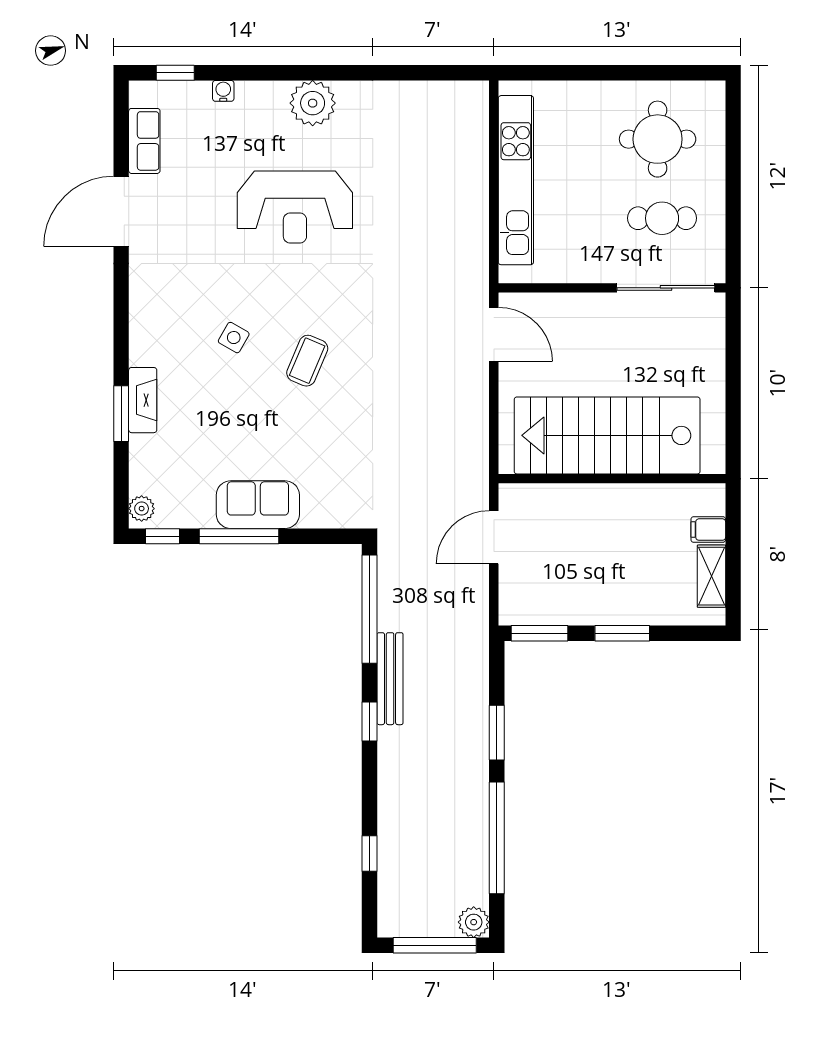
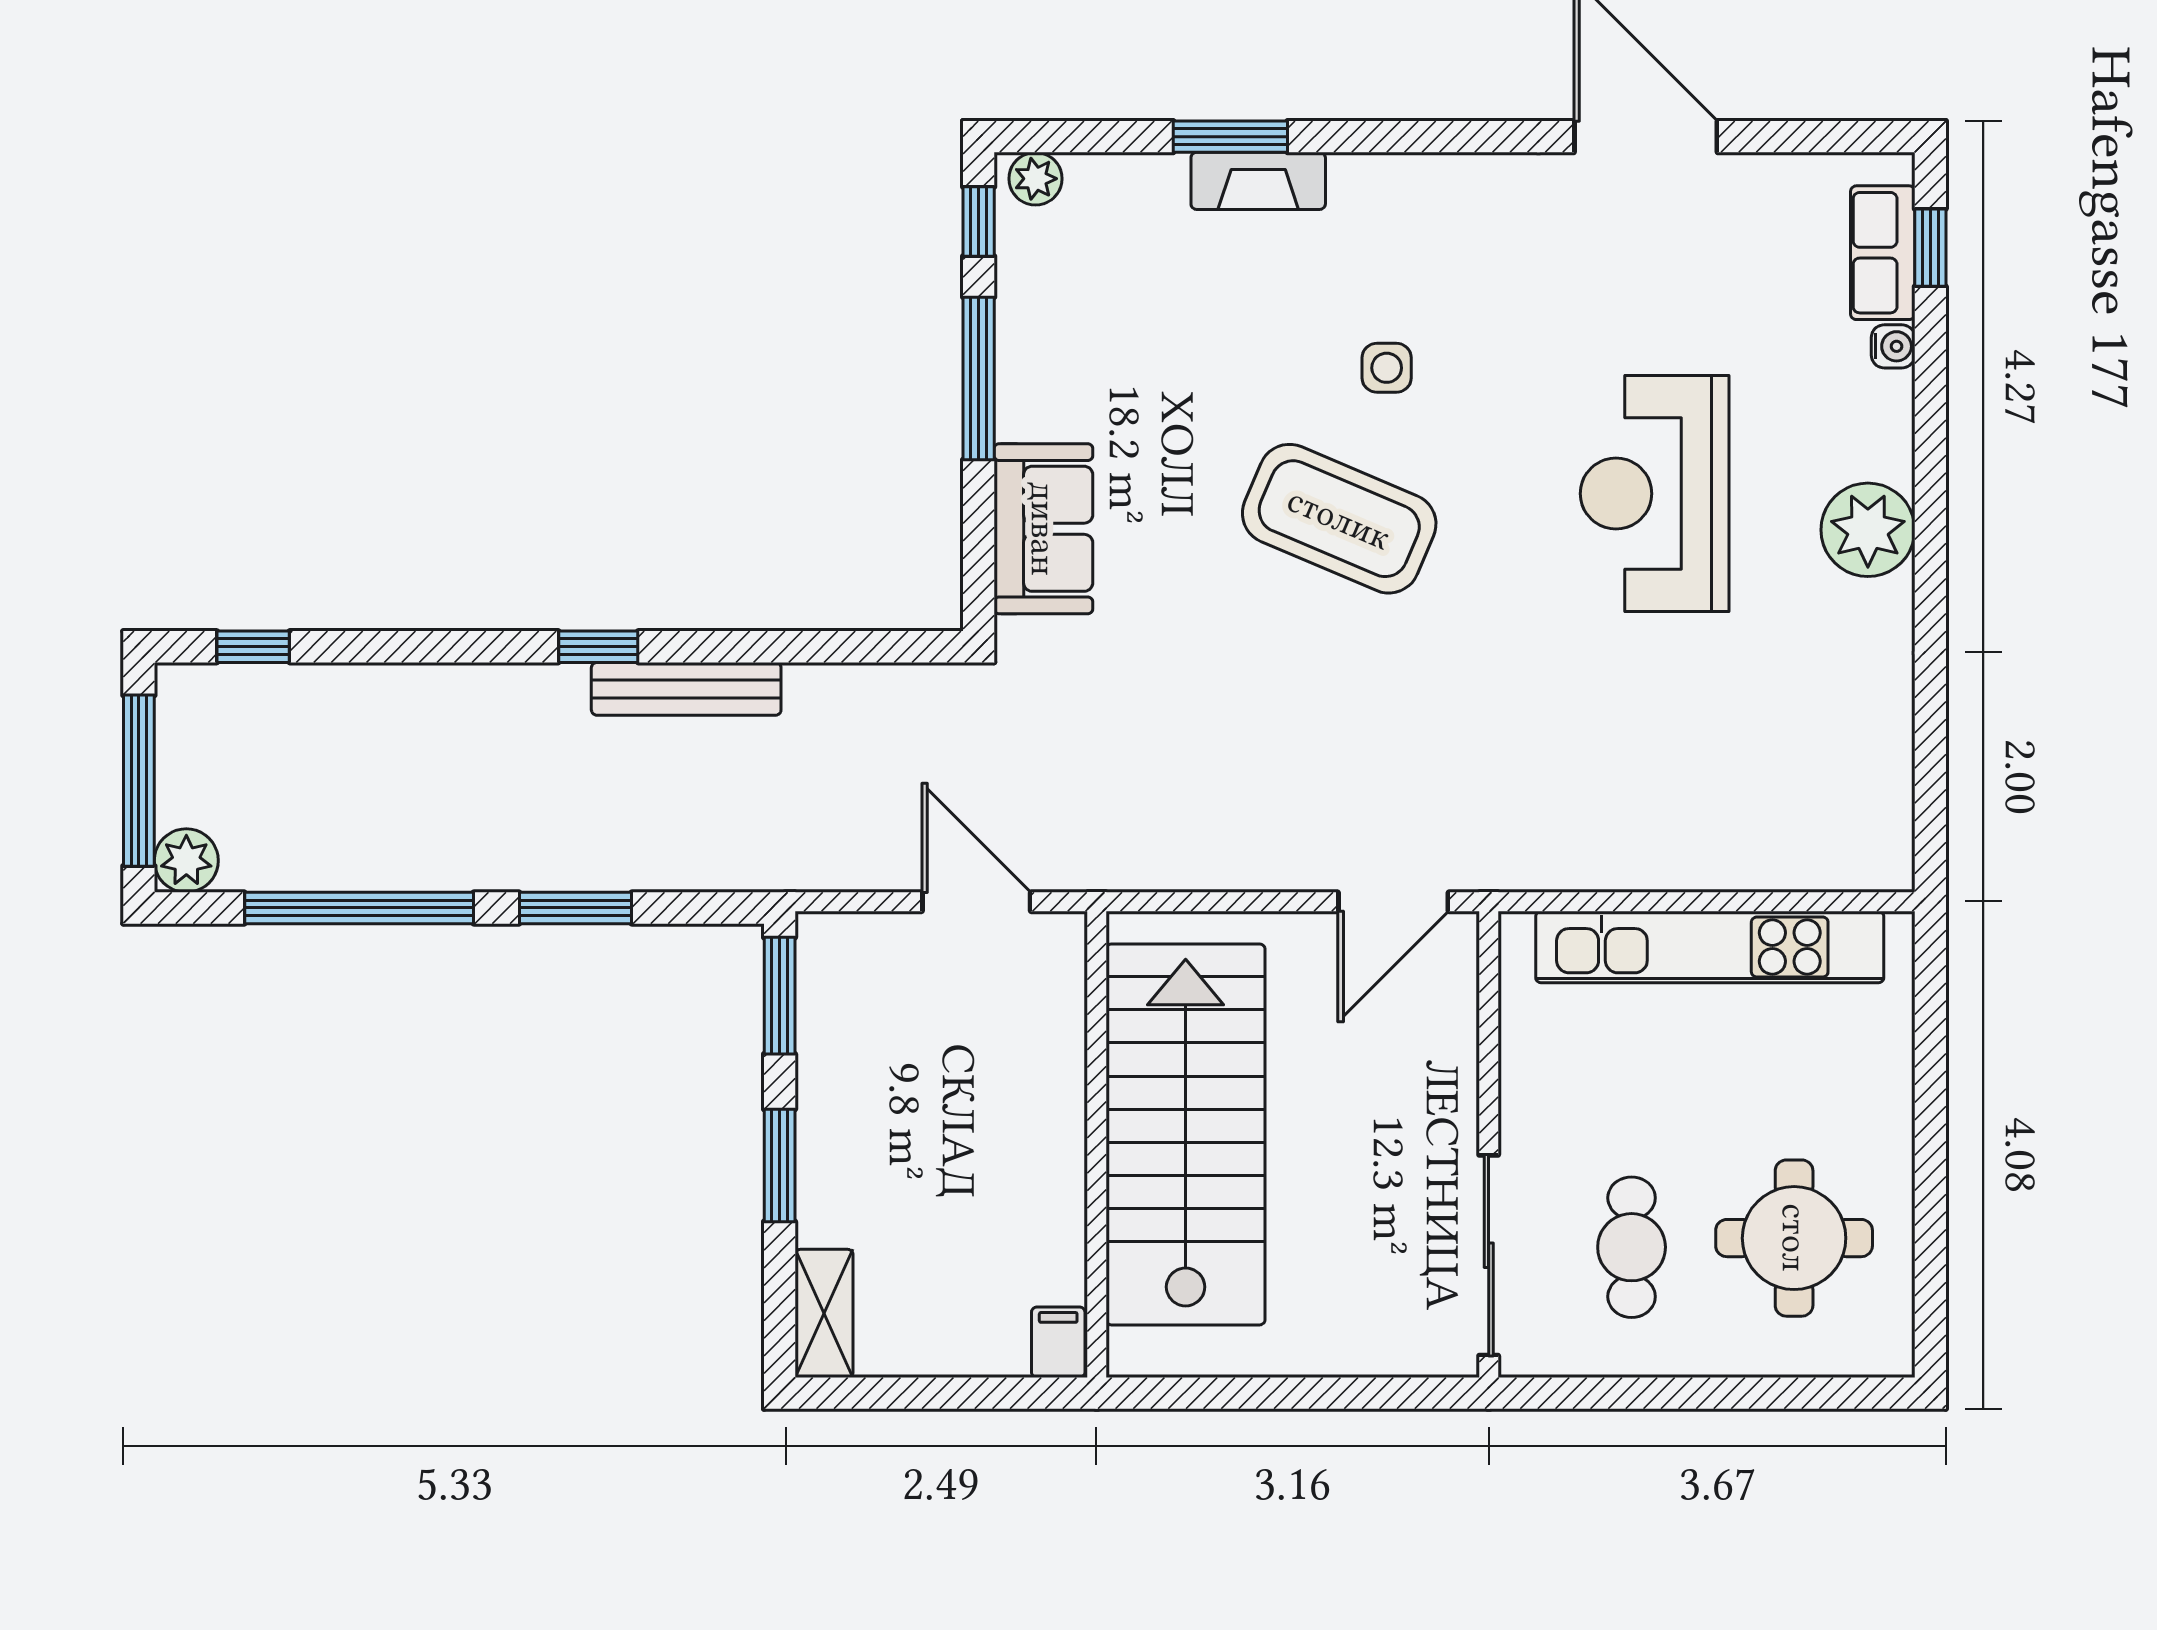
row of seats: (144, 141) -> (1883, 253), moved, turned 90
side table: (234, 338) -> (1387, 368), turned -30
coffee table: (307, 361) -> (1339, 519), width x1.86, depth x1.72
sofa: (258, 505) -> (1043, 529), moved
filing cabinet: (708, 530) -> (1058, 1342), moved
shelving: (711, 576) -> (824, 1313), moved, turned 90
window: (370, 609) -> (829, 647), removed
window: (370, 854) -> (253, 647), moved

